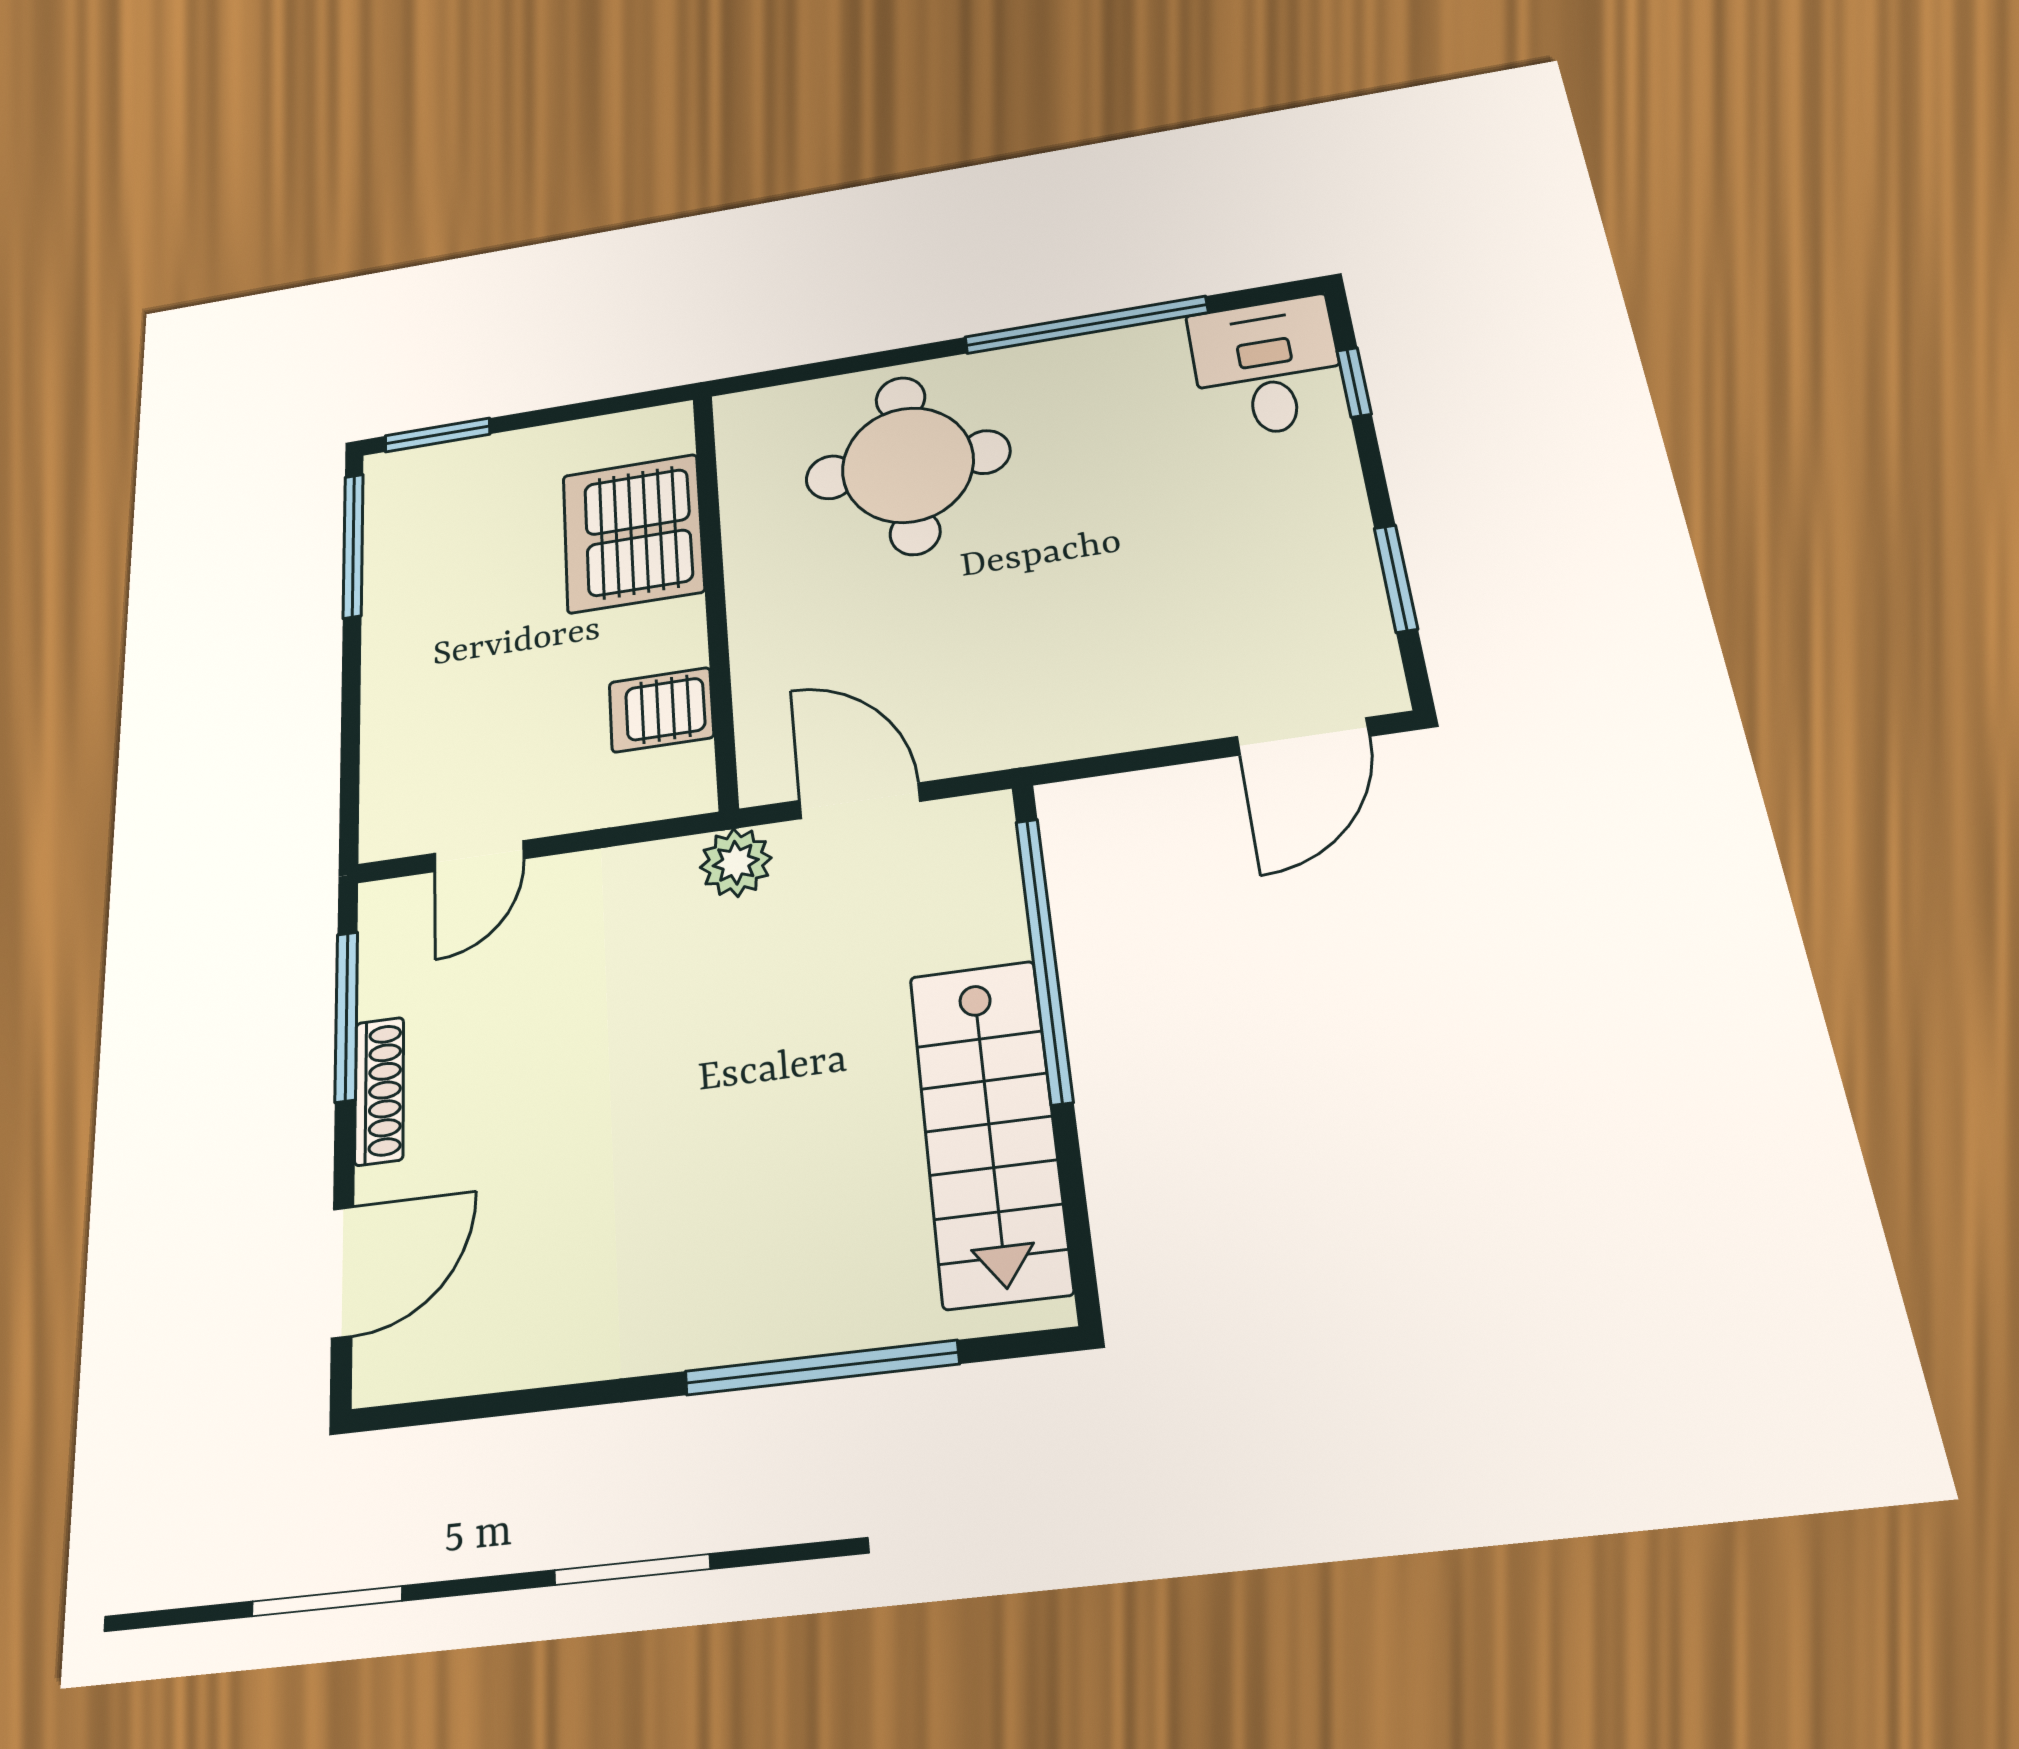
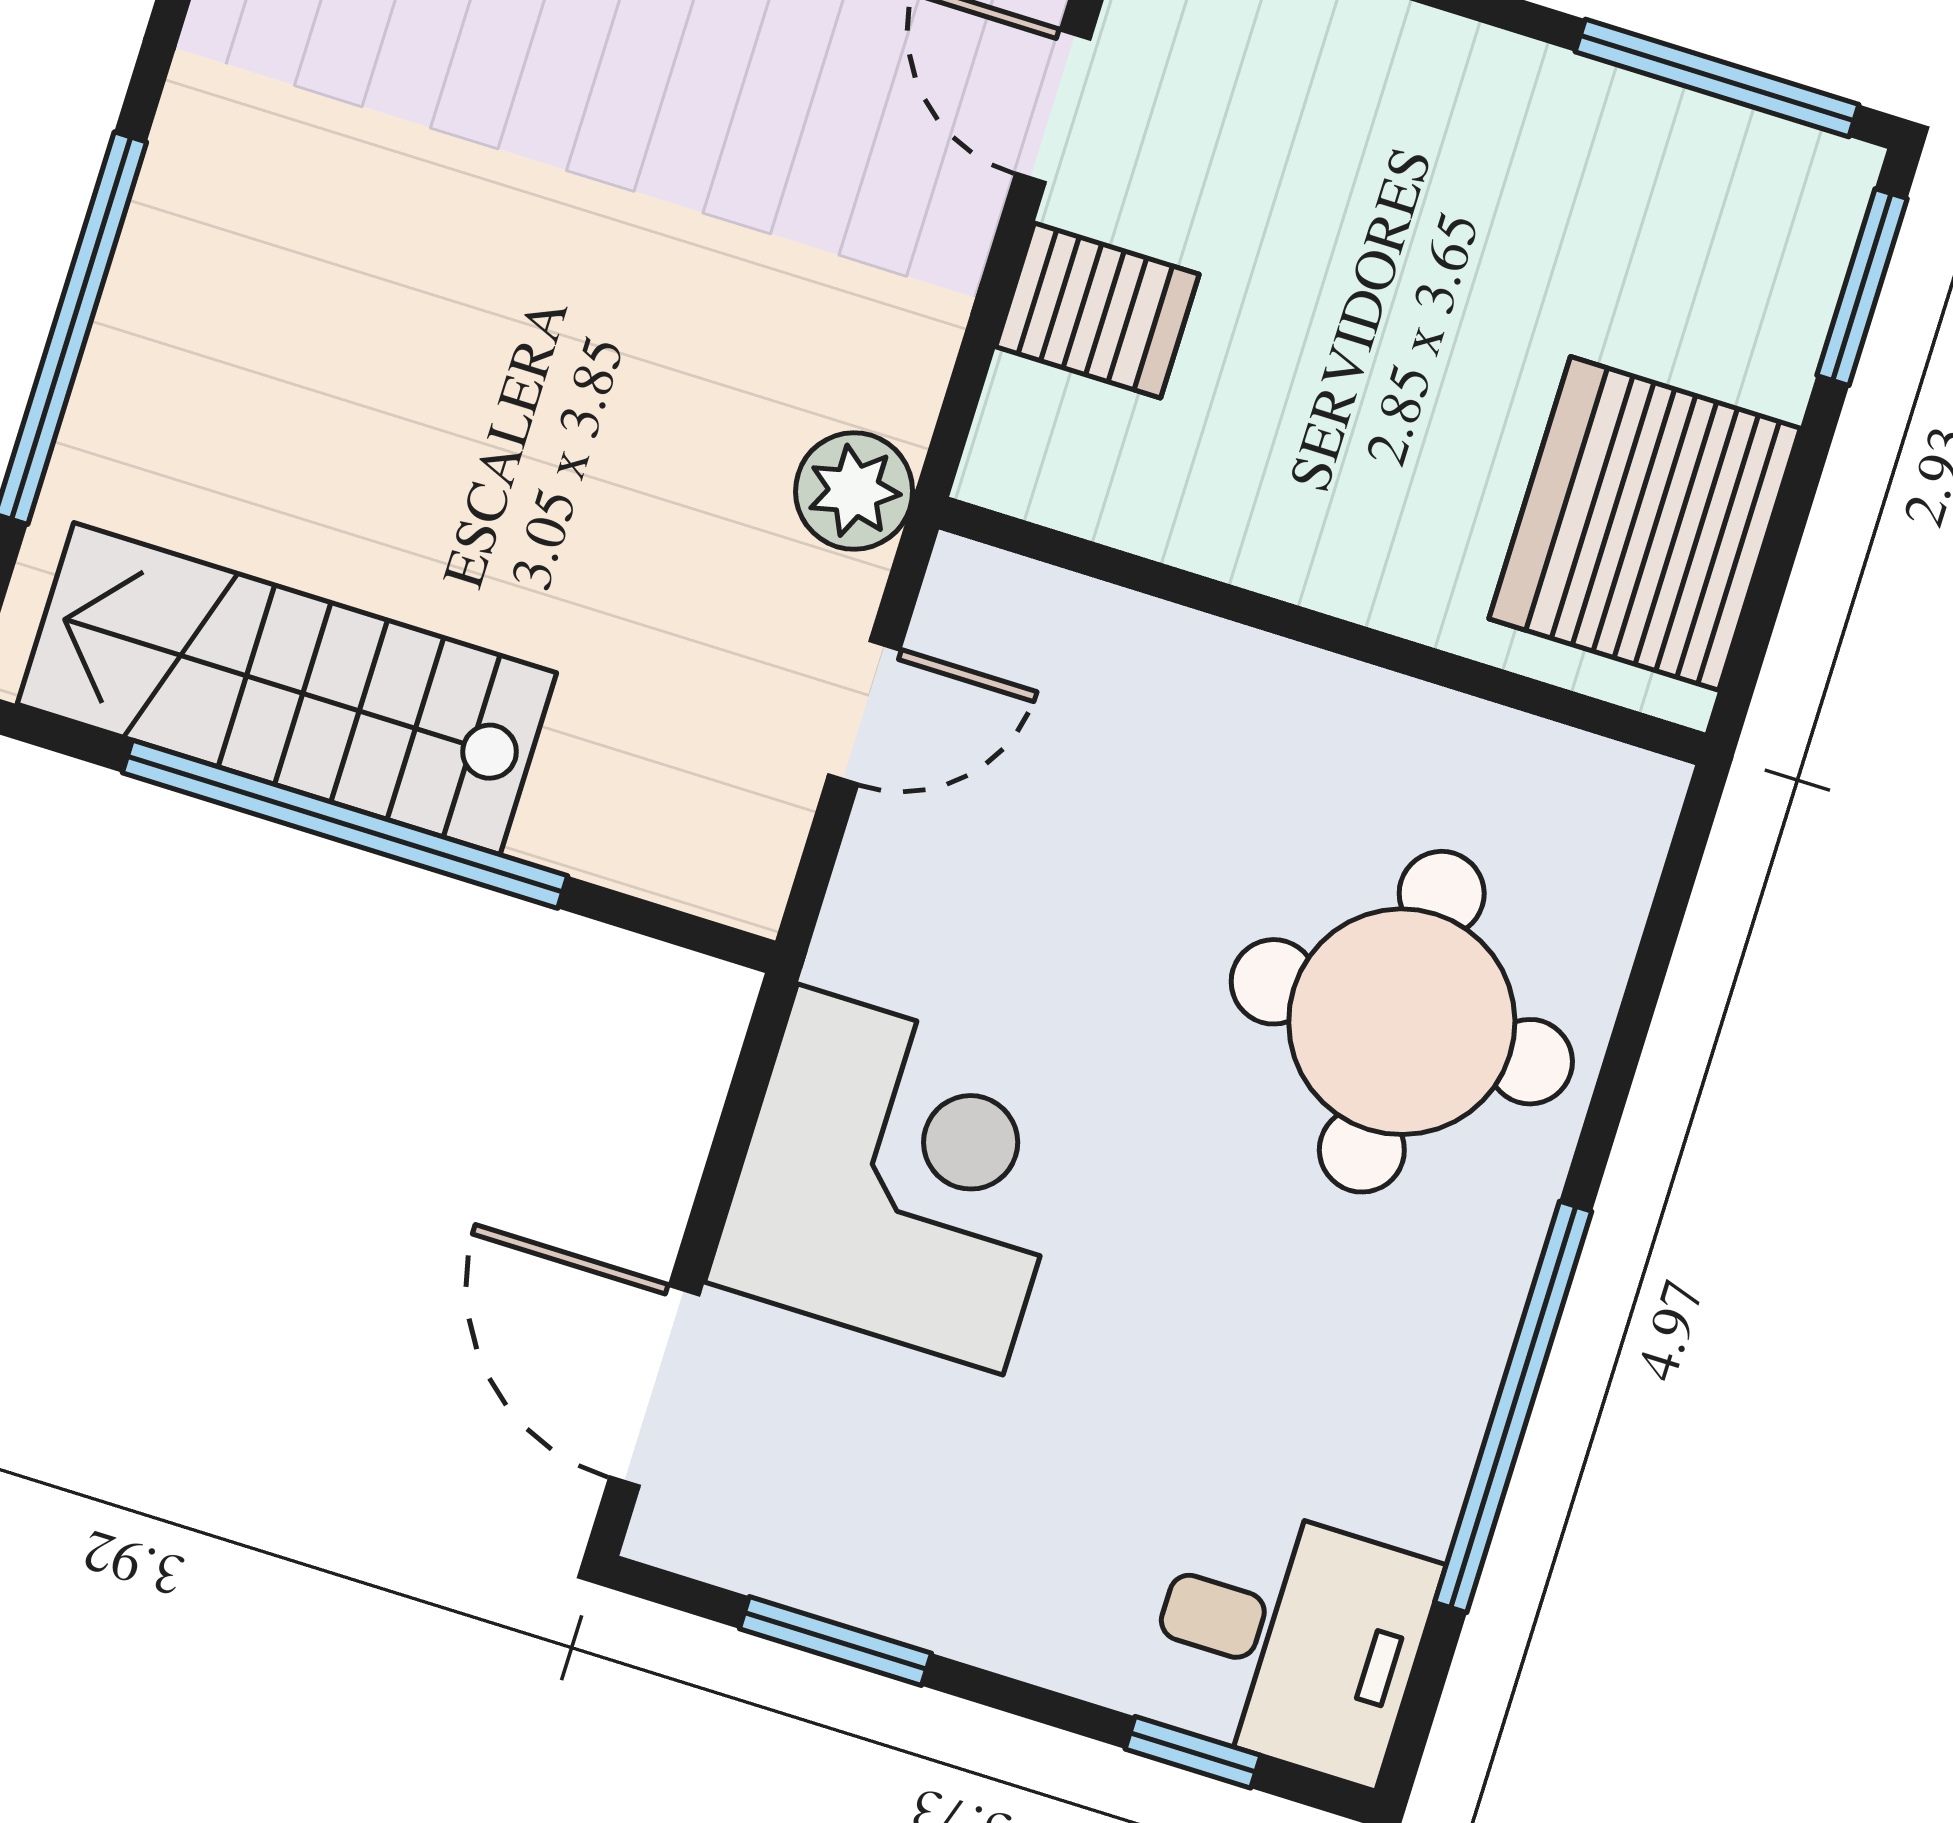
server rack: (633, 533) -> (1645, 523), moved, turned -90
corner desk: (1116, 664) -> (900, 1179), added
server rack: (661, 710) -> (1097, 311), moved, turned 90
door: (860, 801) -> (864, 712), width x0.73
window: (1044, 959) -> (345, 824), moved

